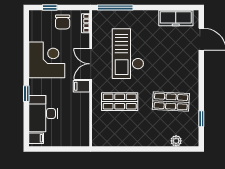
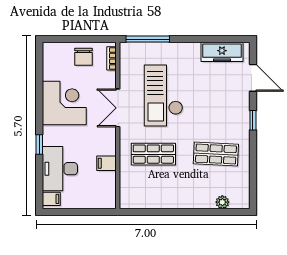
window: (50, 7) -> (68, 39), removed
filing cabinet: (81, 86) -> (106, 163), moved
window: (201, 119) -> (253, 120), moved

